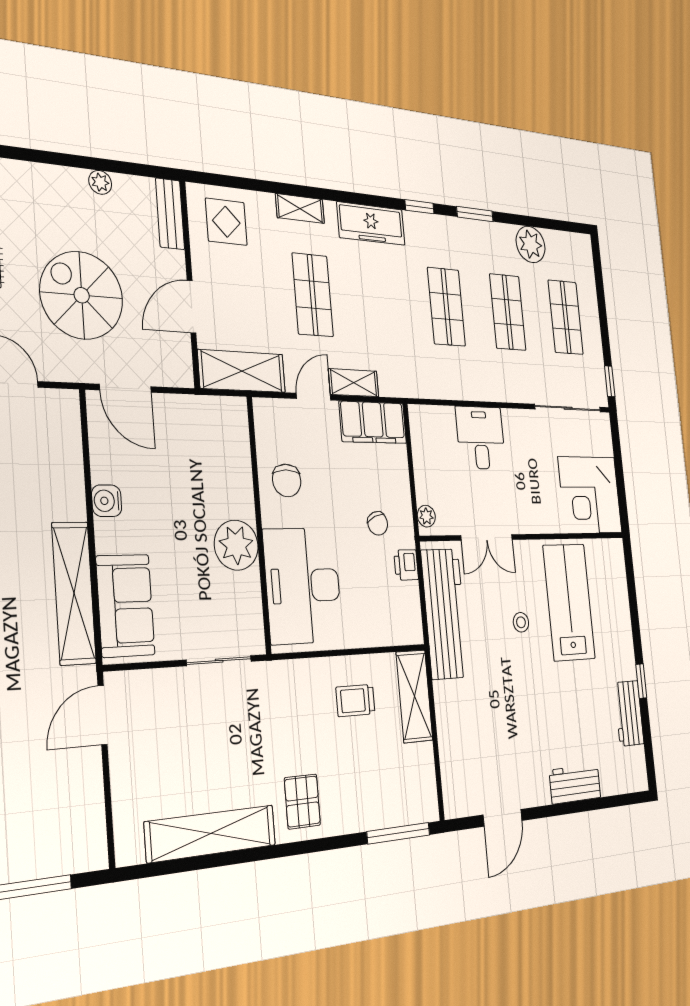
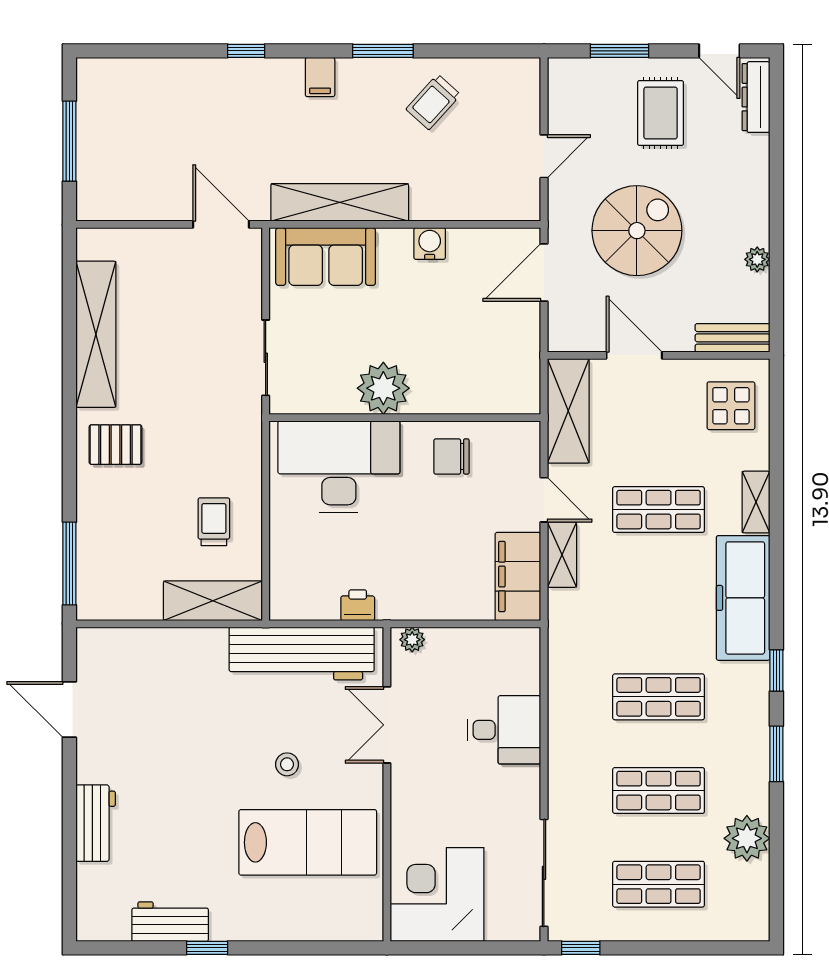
freezer: (371, 224) -> (743, 598), width x1.36, depth x1.26
chair: (378, 523) -> (405, 571), removed

